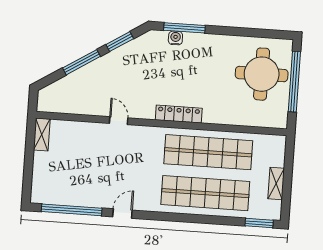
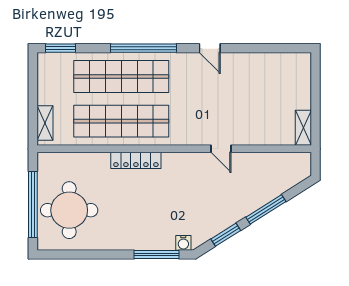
water cooler: (175, 38) -> (183, 243), moved
locker: (179, 114) -> (136, 160), moved
shelving: (276, 183) -> (45, 123), moved
window: (72, 210) -> (144, 48), moved
door: (122, 213) -> (210, 48), hinge flipped

